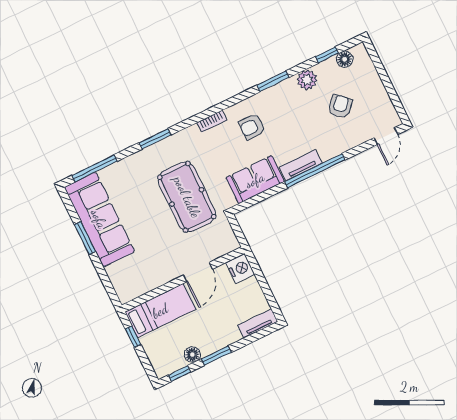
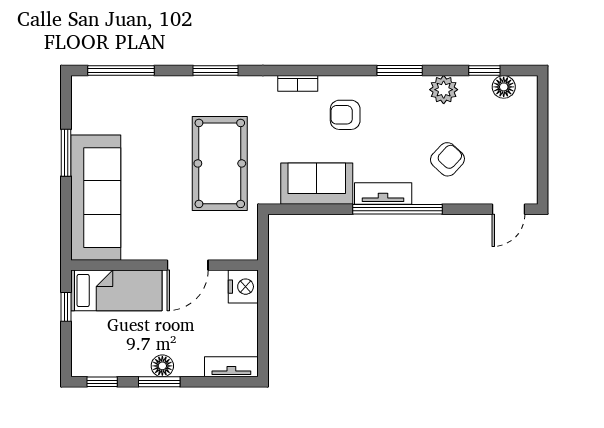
armchair: (340, 106) -> (447, 159), moved
sofa: (99, 219) -> (96, 198), moved
floor lamp: (192, 355) -> (162, 366), moved

